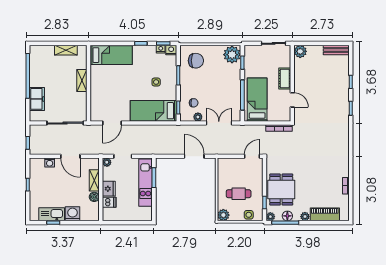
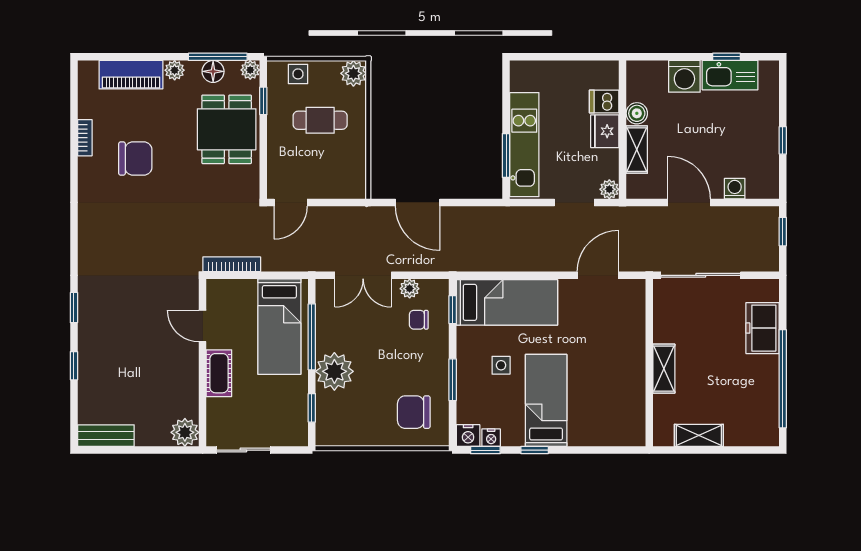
bed: (111, 55) -> (546, 400), moved, turned 90
plant: (232, 55) -> (334, 371), moved
chair: (323, 176) -> (135, 159), added

